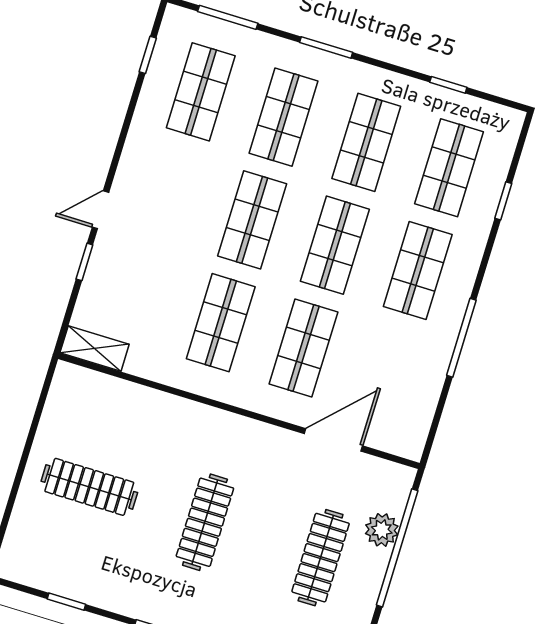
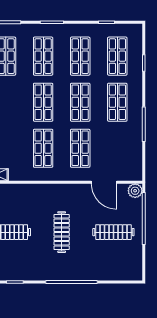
door: (333, 440) -> (104, 182), swing flipped
plant: (382, 530) -> (135, 191), moved
clothes rail: (321, 558) -> (113, 232), turned 90

